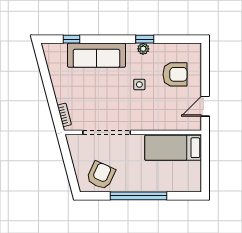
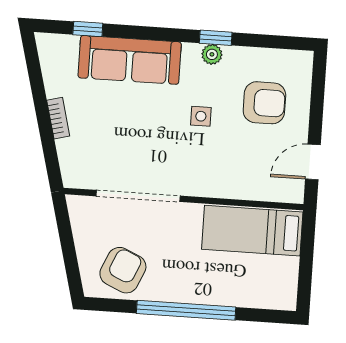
bookcase: (64, 115) -> (58, 118), moved

